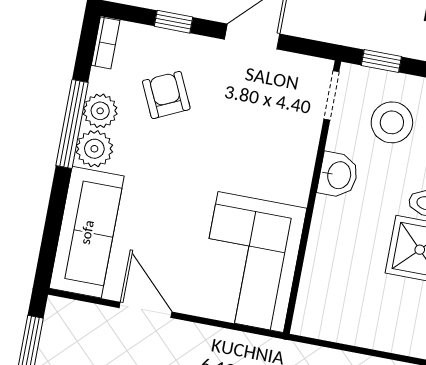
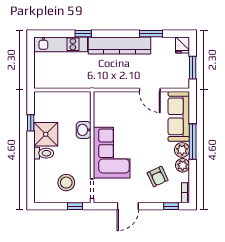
window: (174, 22) -> (171, 206), moved
window: (72, 124) -> (193, 142), moved
washbasin: (338, 175) -> (84, 130), moved
corner sofa: (251, 262) -> (112, 153), moved

